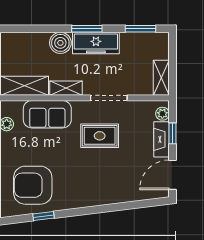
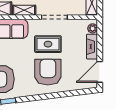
window: (172, 133) -> (100, 42), removed
armchair: (99, 175) -> (48, 72), added

